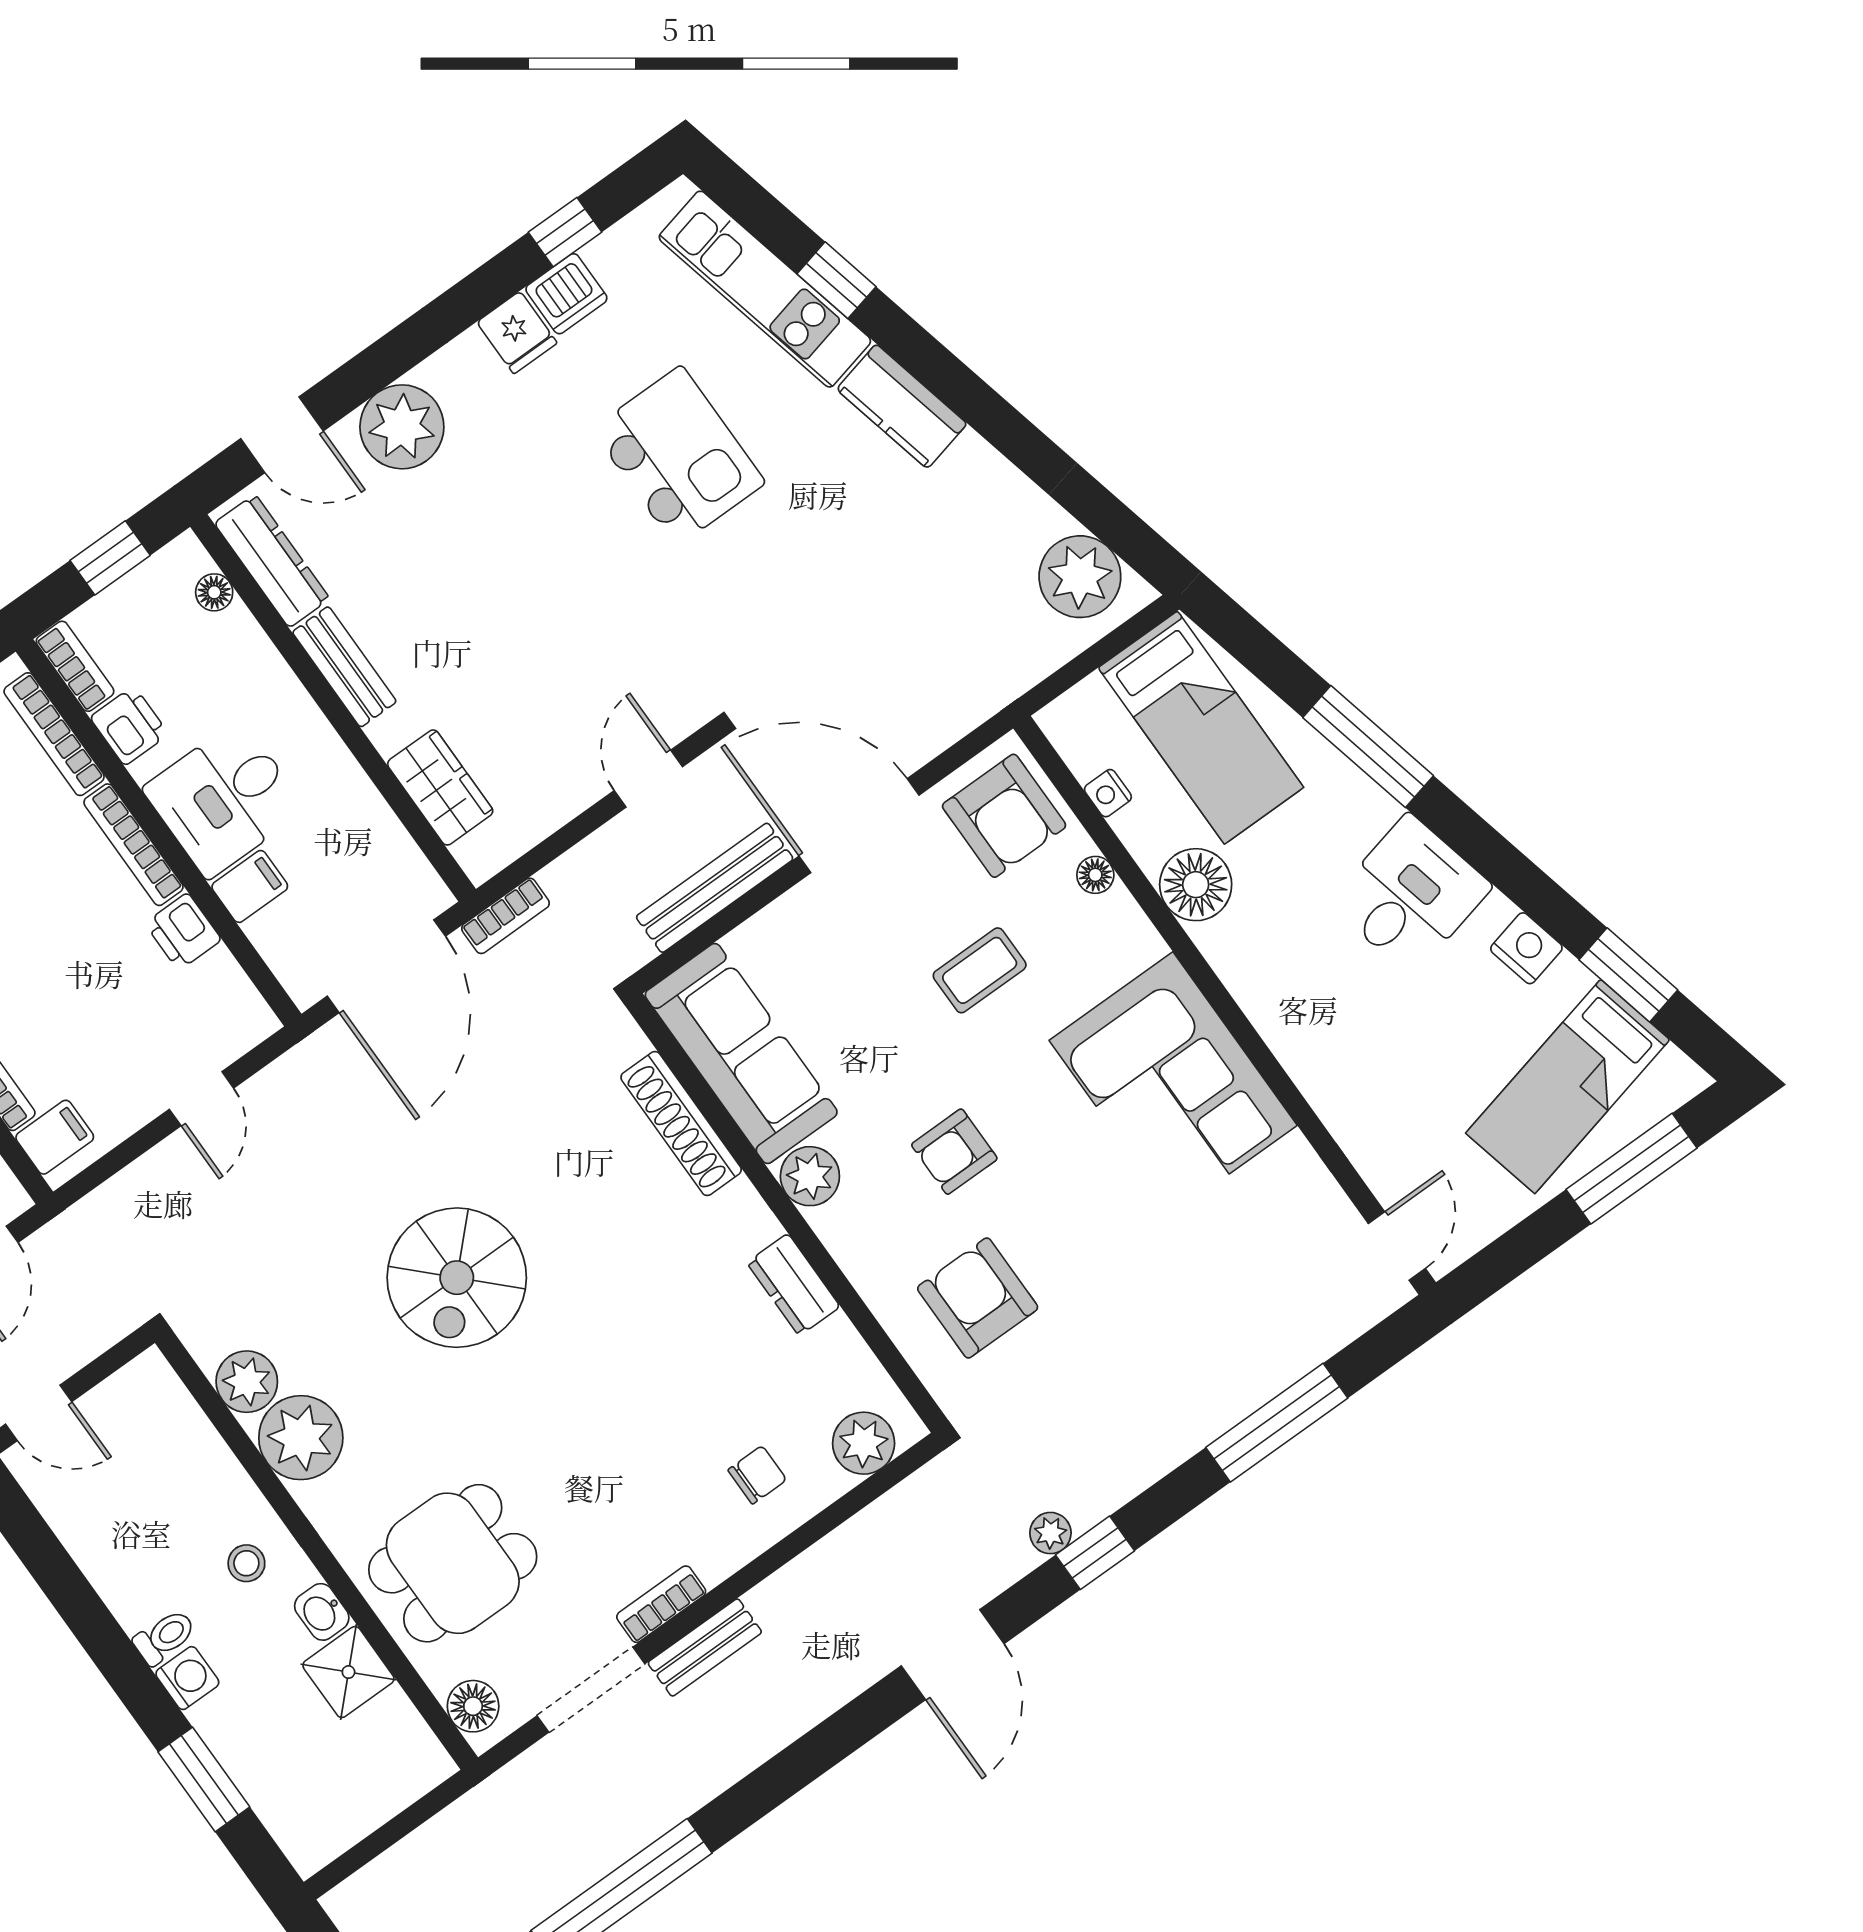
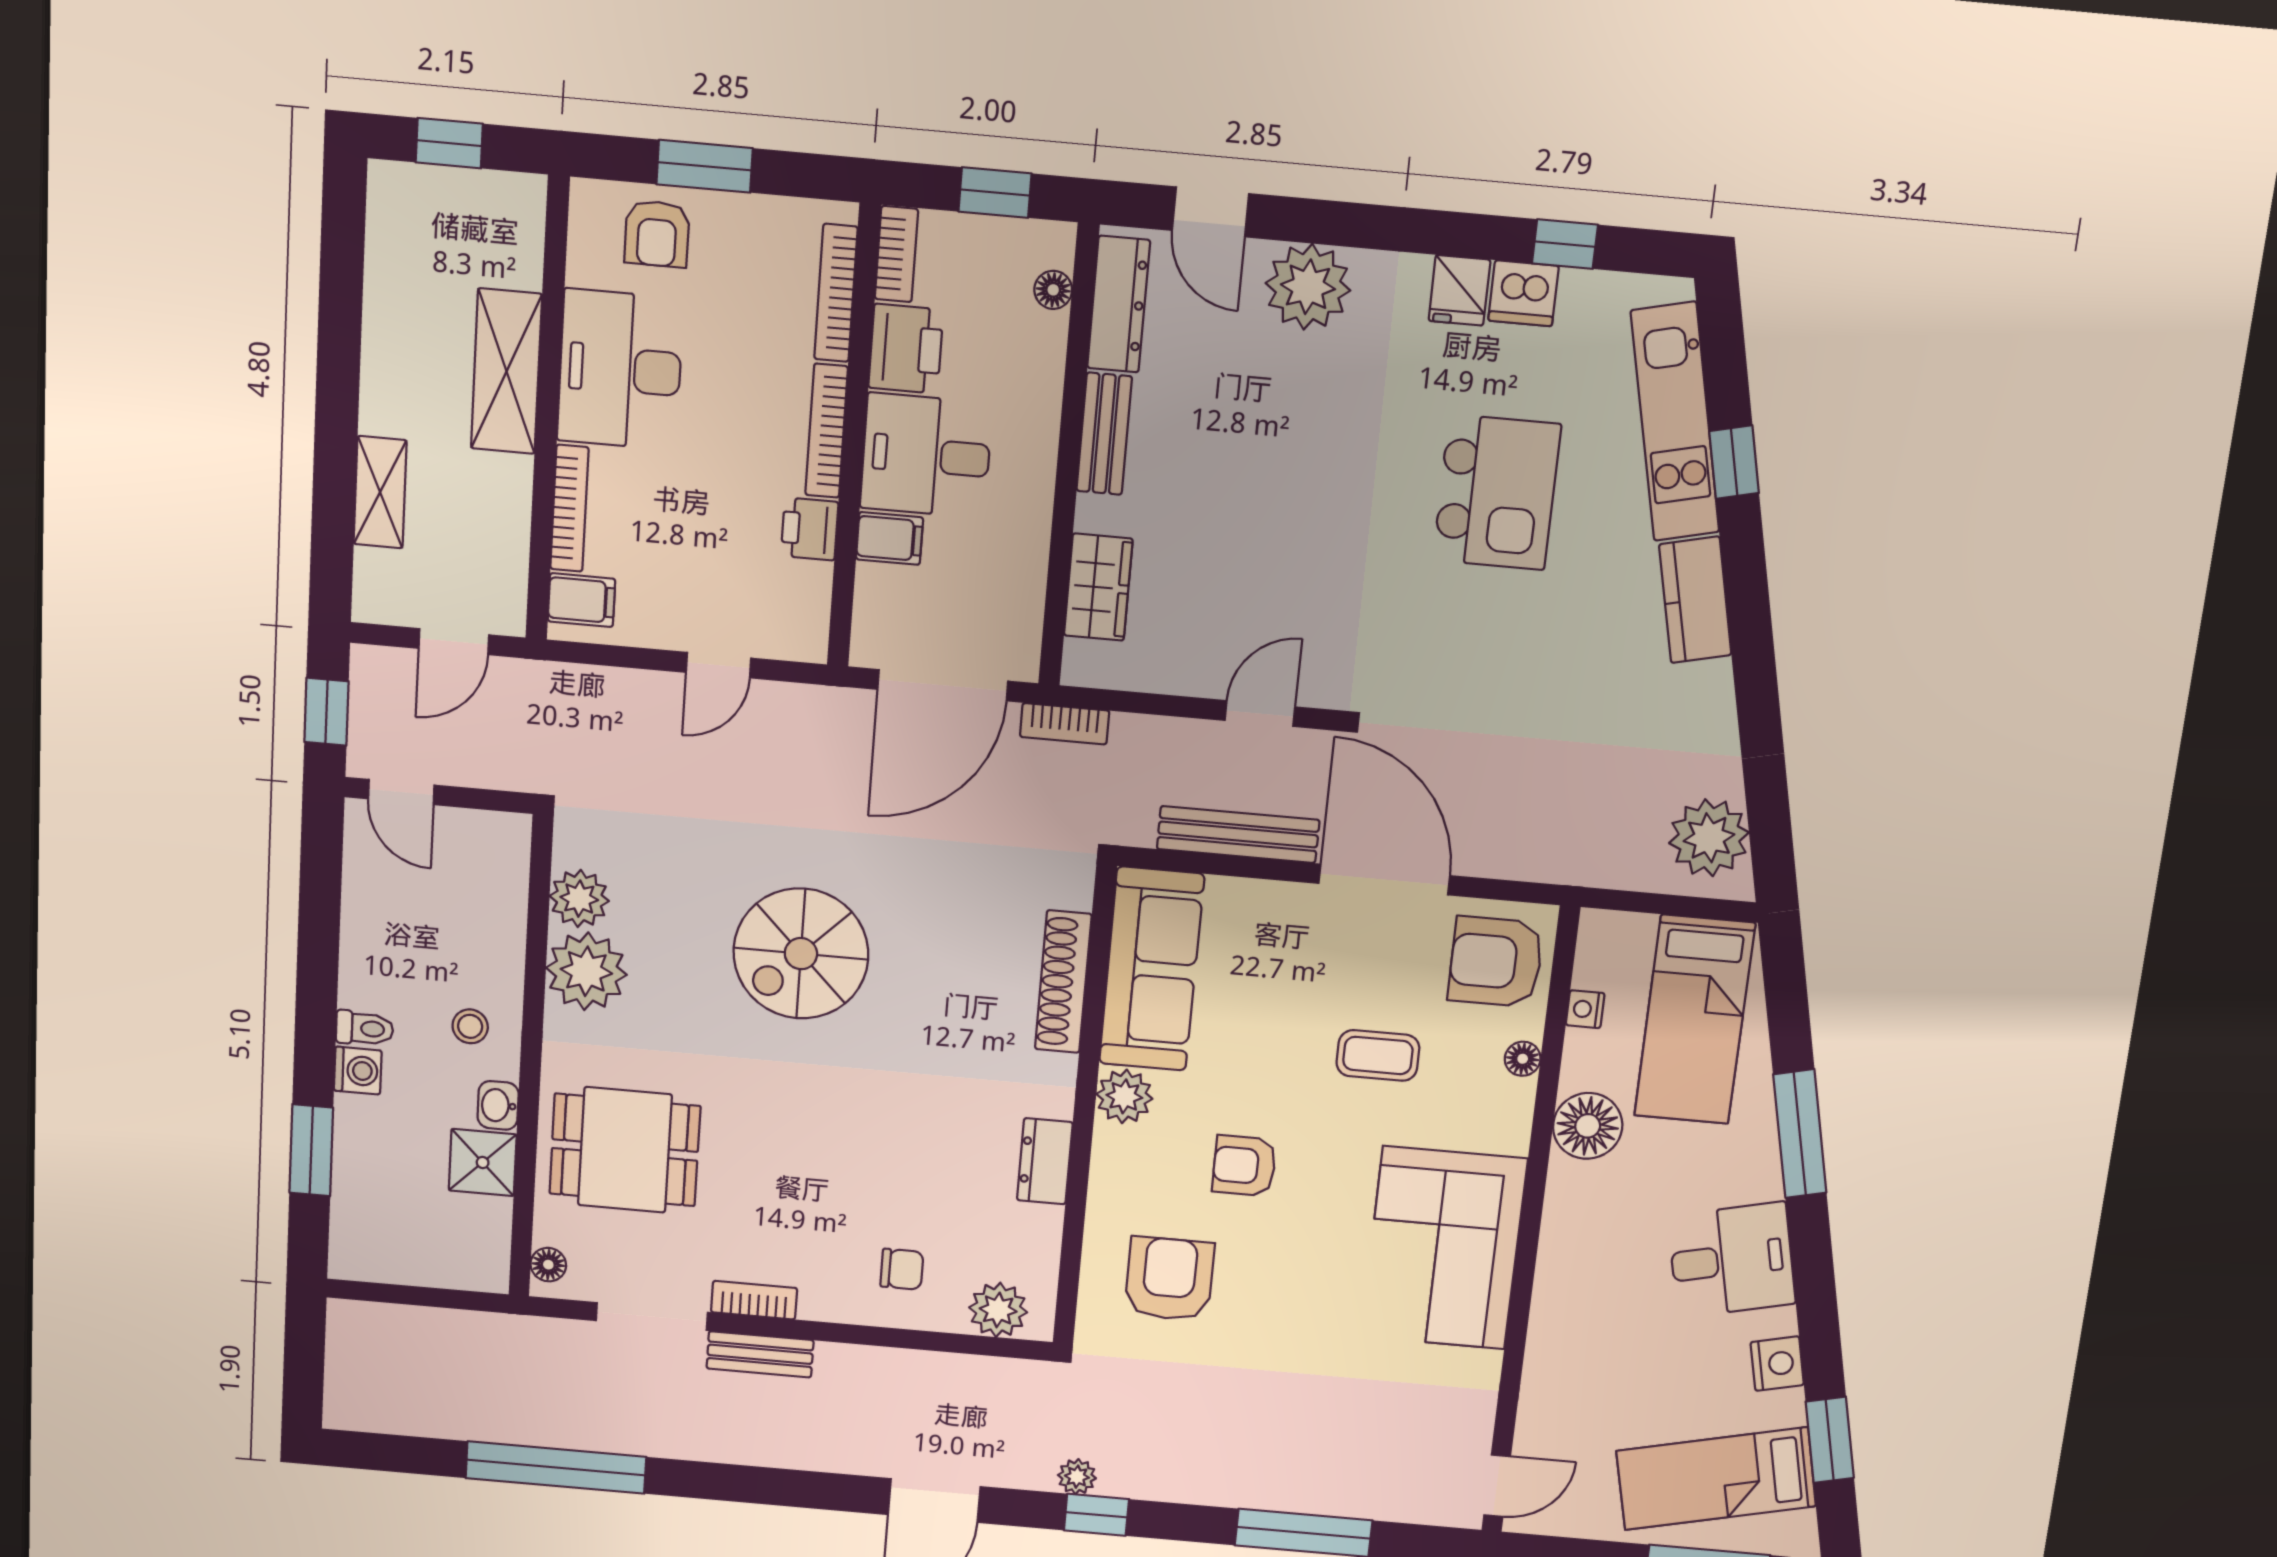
printer: (129, 726) -> (906, 349), width x1.36, depth x1.24
armchair: (1004, 816) -> (1496, 962), turned 90
floor lamp: (473, 1706) -> (548, 1265), width x0.73, depth x0.73

